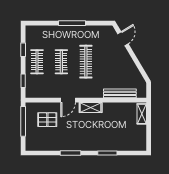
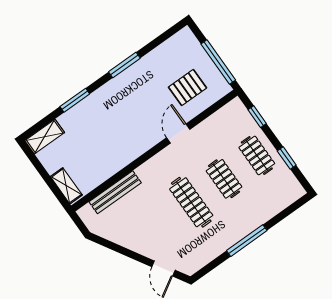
shelving: (91, 107) -> (45, 137), moved

